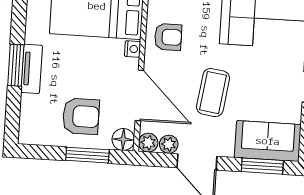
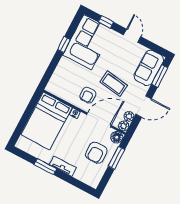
armchair: (168, 37) -> (88, 95), moved, turned 180
window: (16, 65) -> (45, 167), moved
armchair: (81, 116) -> (96, 153), turned 180

